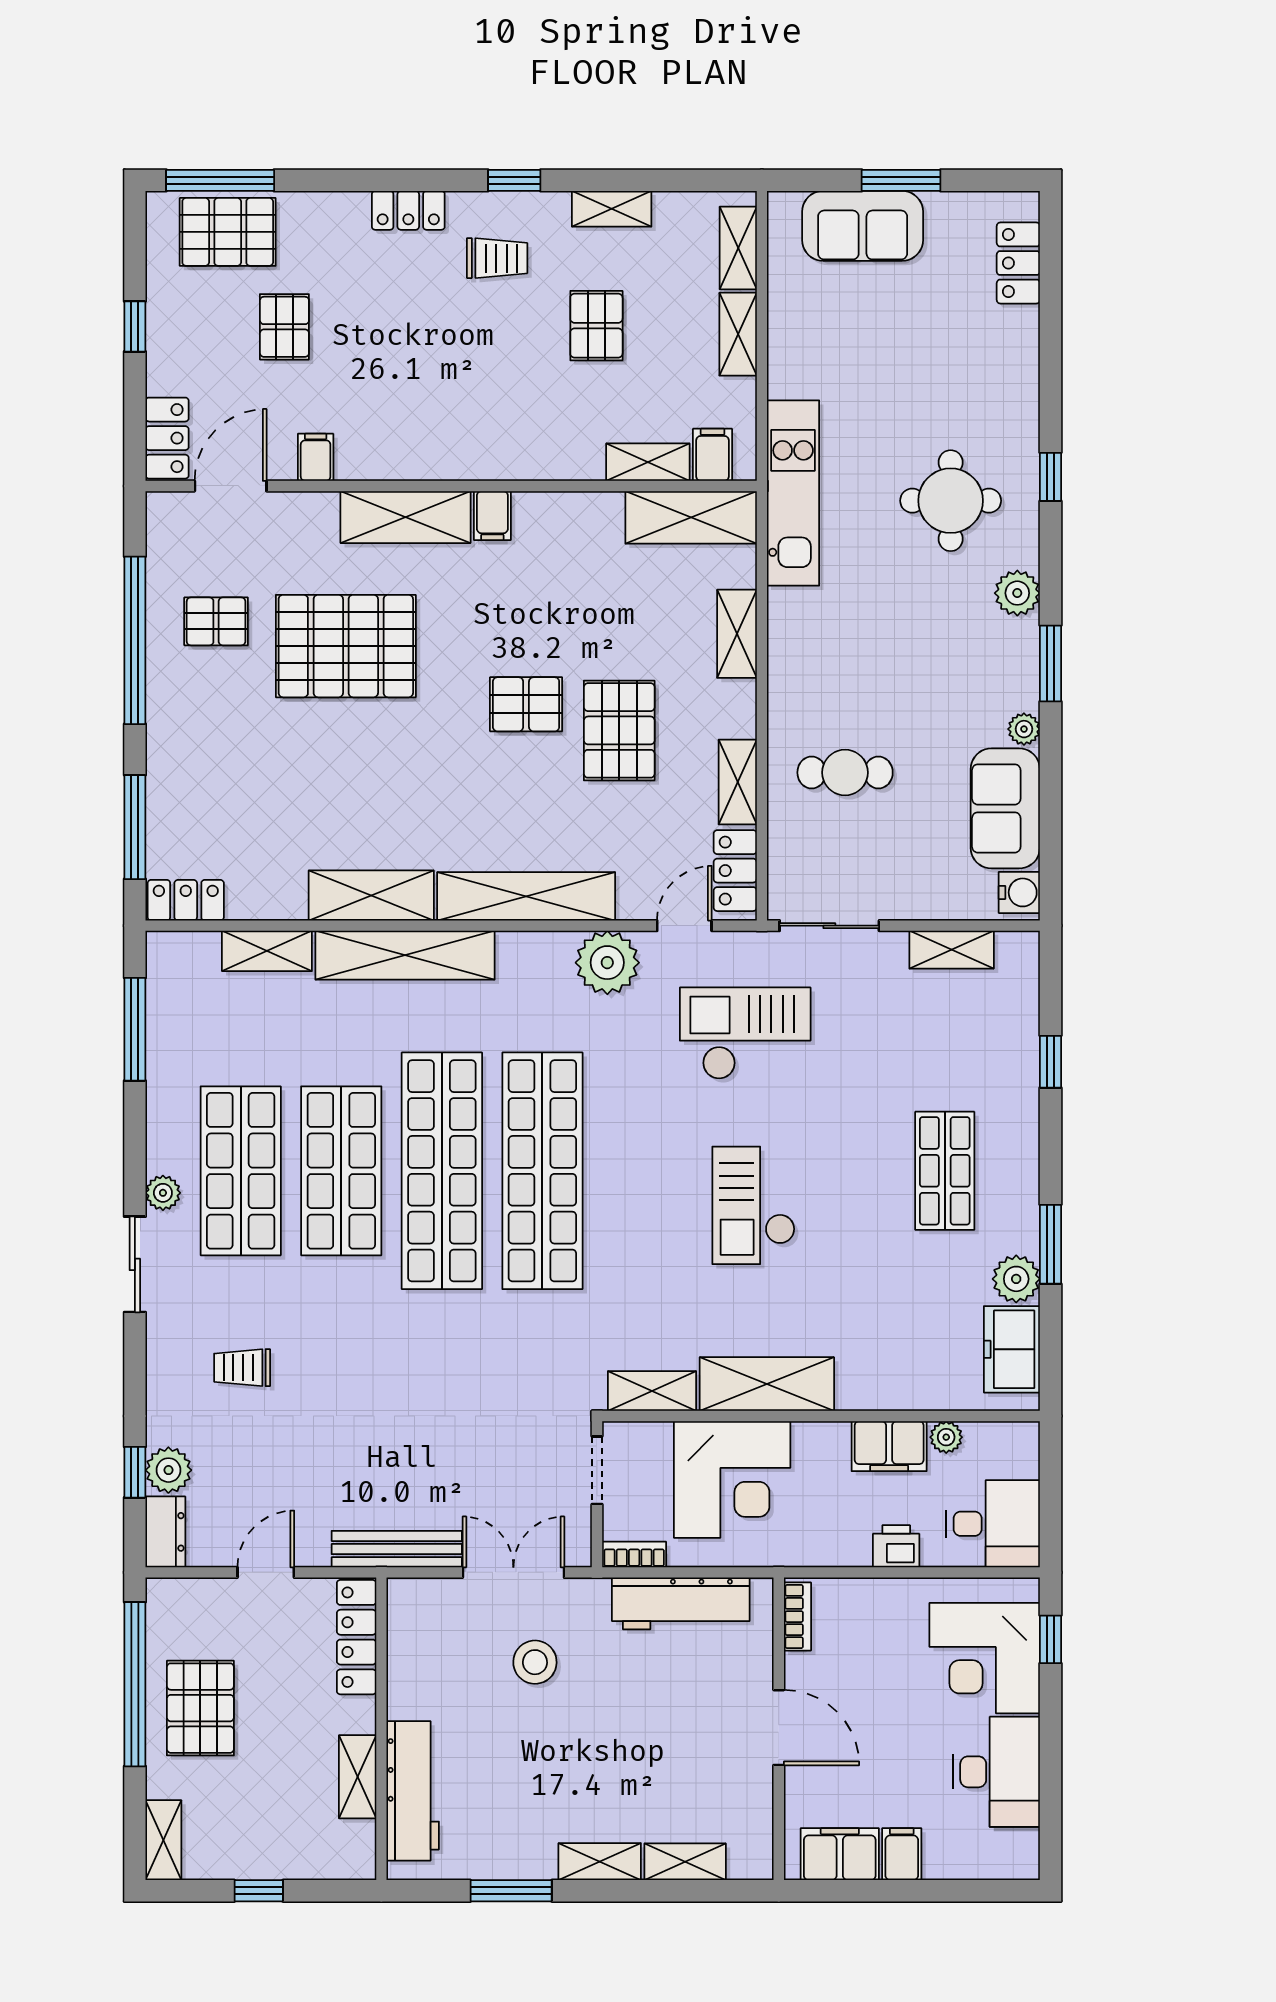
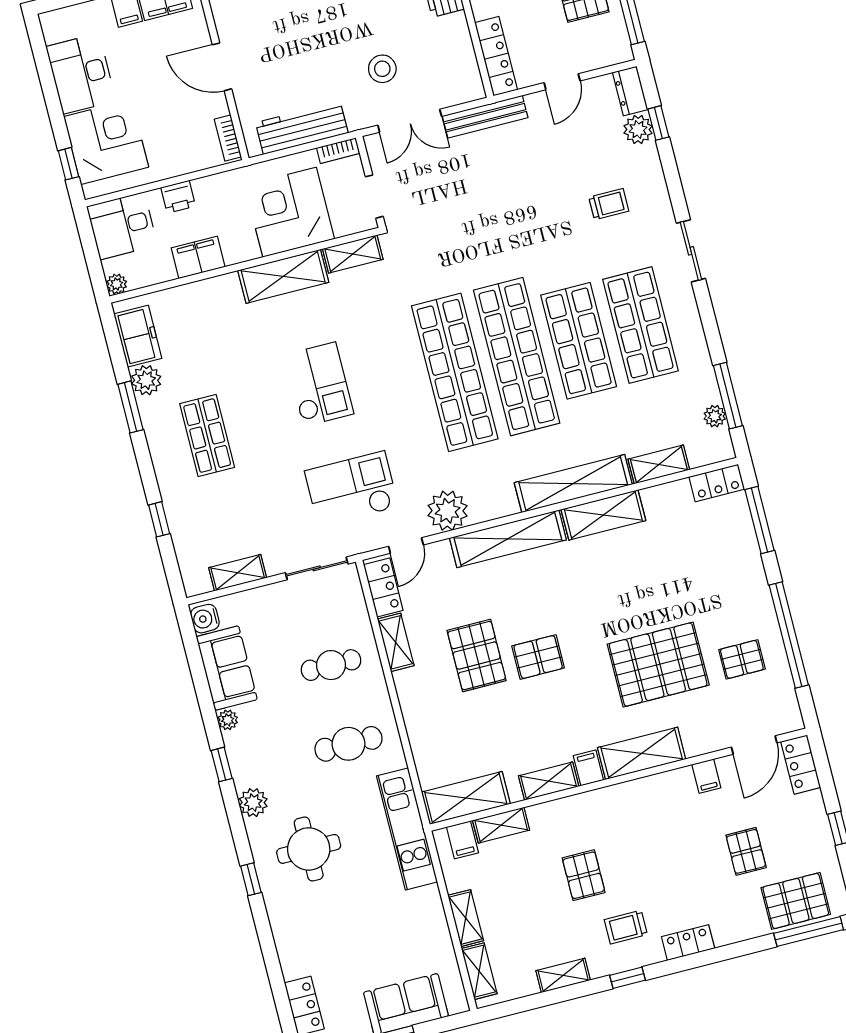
pallet: (596, 326) -> (584, 875), moved
shelving: (737, 634) -> (549, 781), moved, turned 90
cafe table: (849, 646) -> (348, 744), added
window: (1051, 663) -> (222, 764), width x0.67
checkout: (745, 1033) -> (352, 489), turned 180
plant: (163, 1193) -> (715, 416), moved
plant: (946, 1437) -> (117, 284), moved

